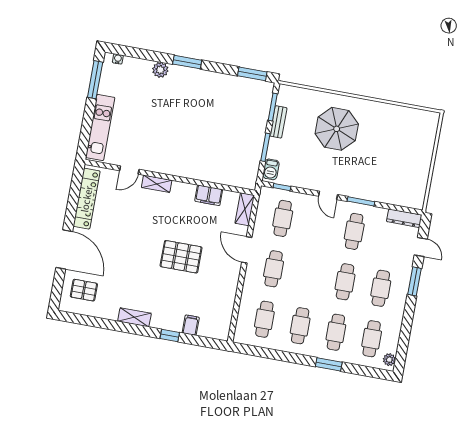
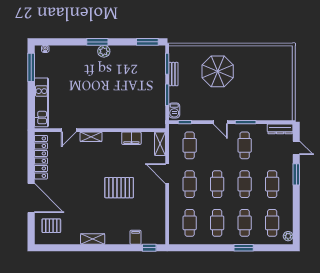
plant: (160, 70) -> (104, 51), moved
cafe table: (309, 275) -> (217, 184), added
window: (170, 336) -> (149, 248), moved

